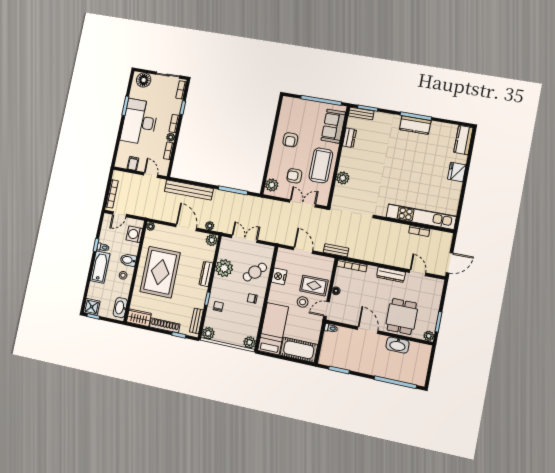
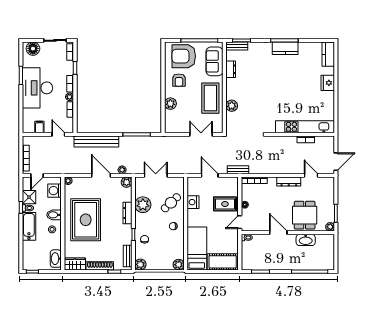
armchair: (294, 176) -> (184, 56), moved, width x1.88, depth x1.88
plant: (272, 185) -> (170, 104), moved
stool: (303, 302) -> (218, 220), removed
shower: (92, 307) -> (29, 197), moved

